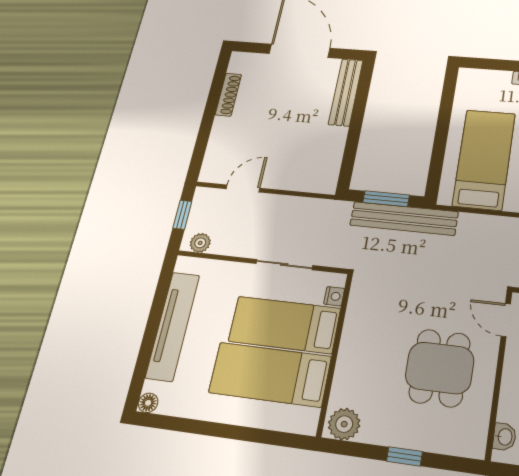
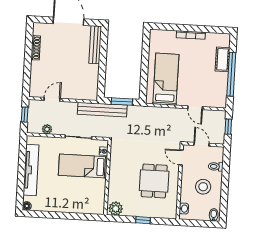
bench: (404, 219) -> (102, 110), moved
plant: (200, 243) -> (47, 129), moved
bed: (270, 375) -> (80, 189), removed

